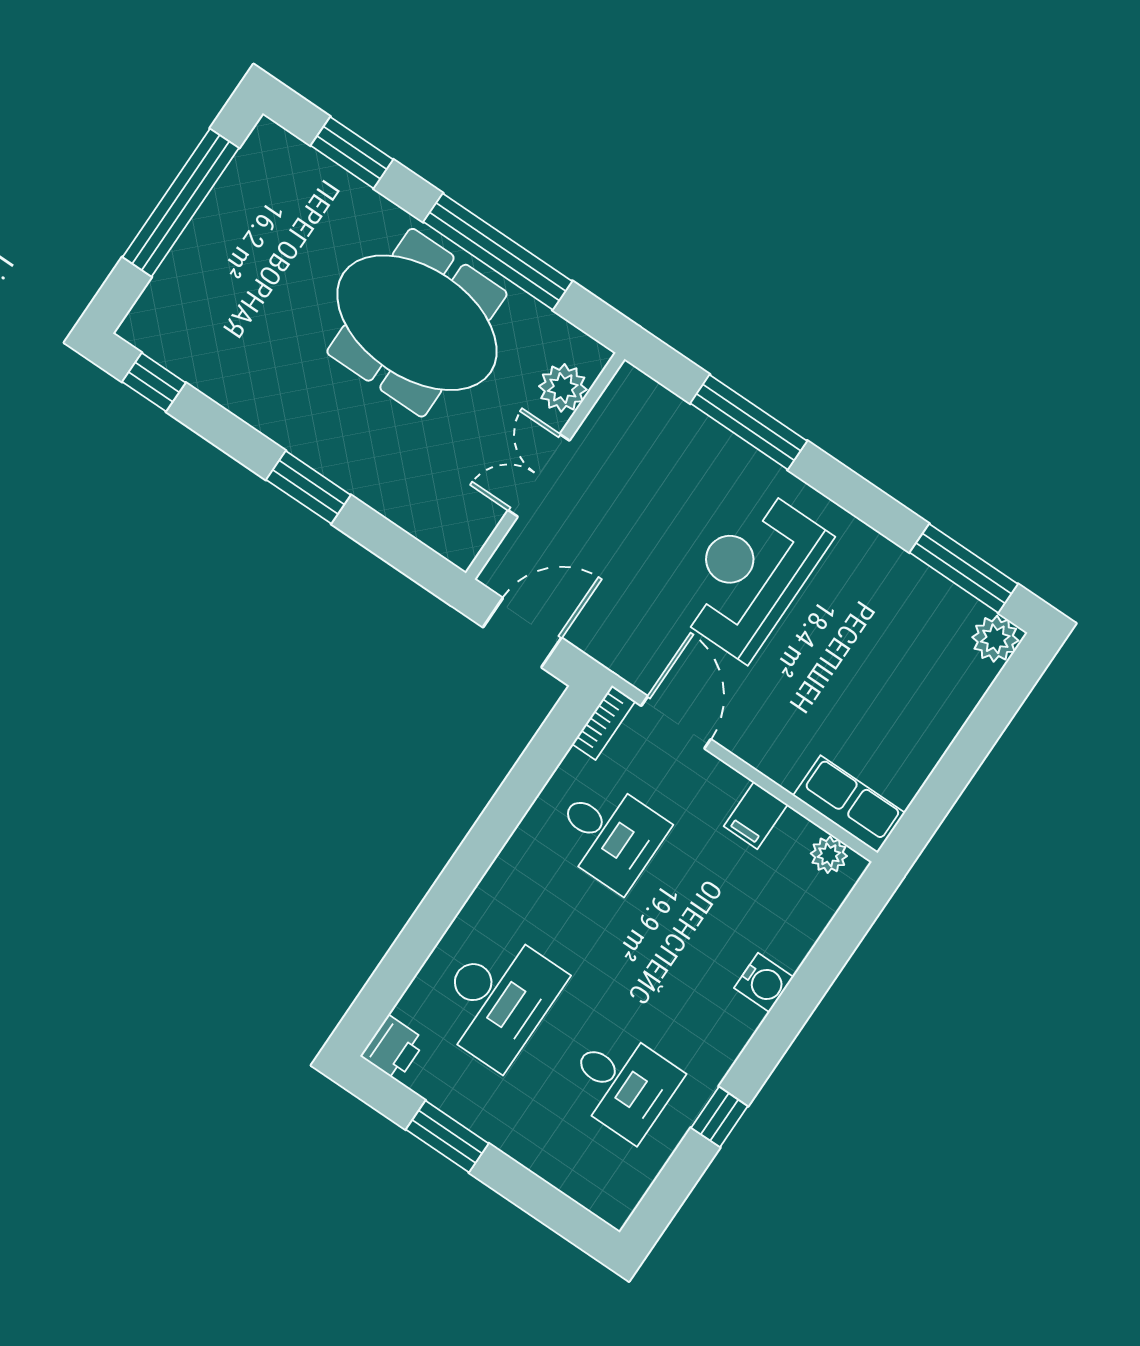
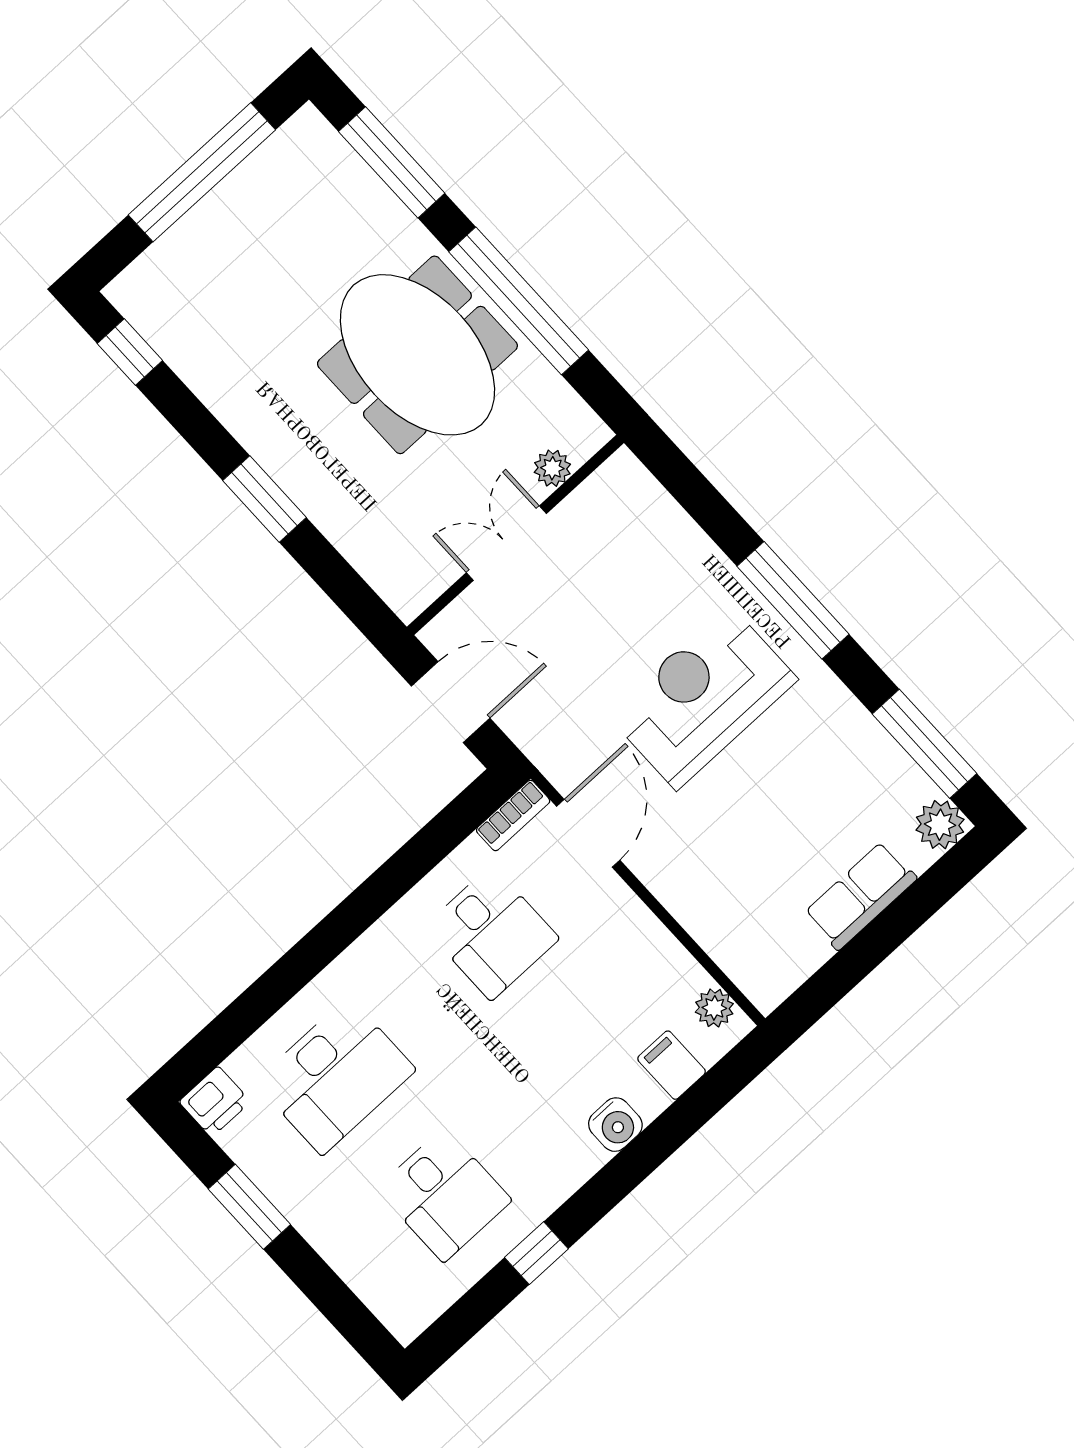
window: (352, 153) -> (392, 162), width x1.44
plant: (563, 388) -> (552, 468), width x0.73, depth x0.73
window: (749, 422) -> (793, 600), moved
row of seats: (849, 804) -> (860, 896), moved, turned -90
filing cabinet: (756, 816) -> (672, 1065), moved, turned 90

